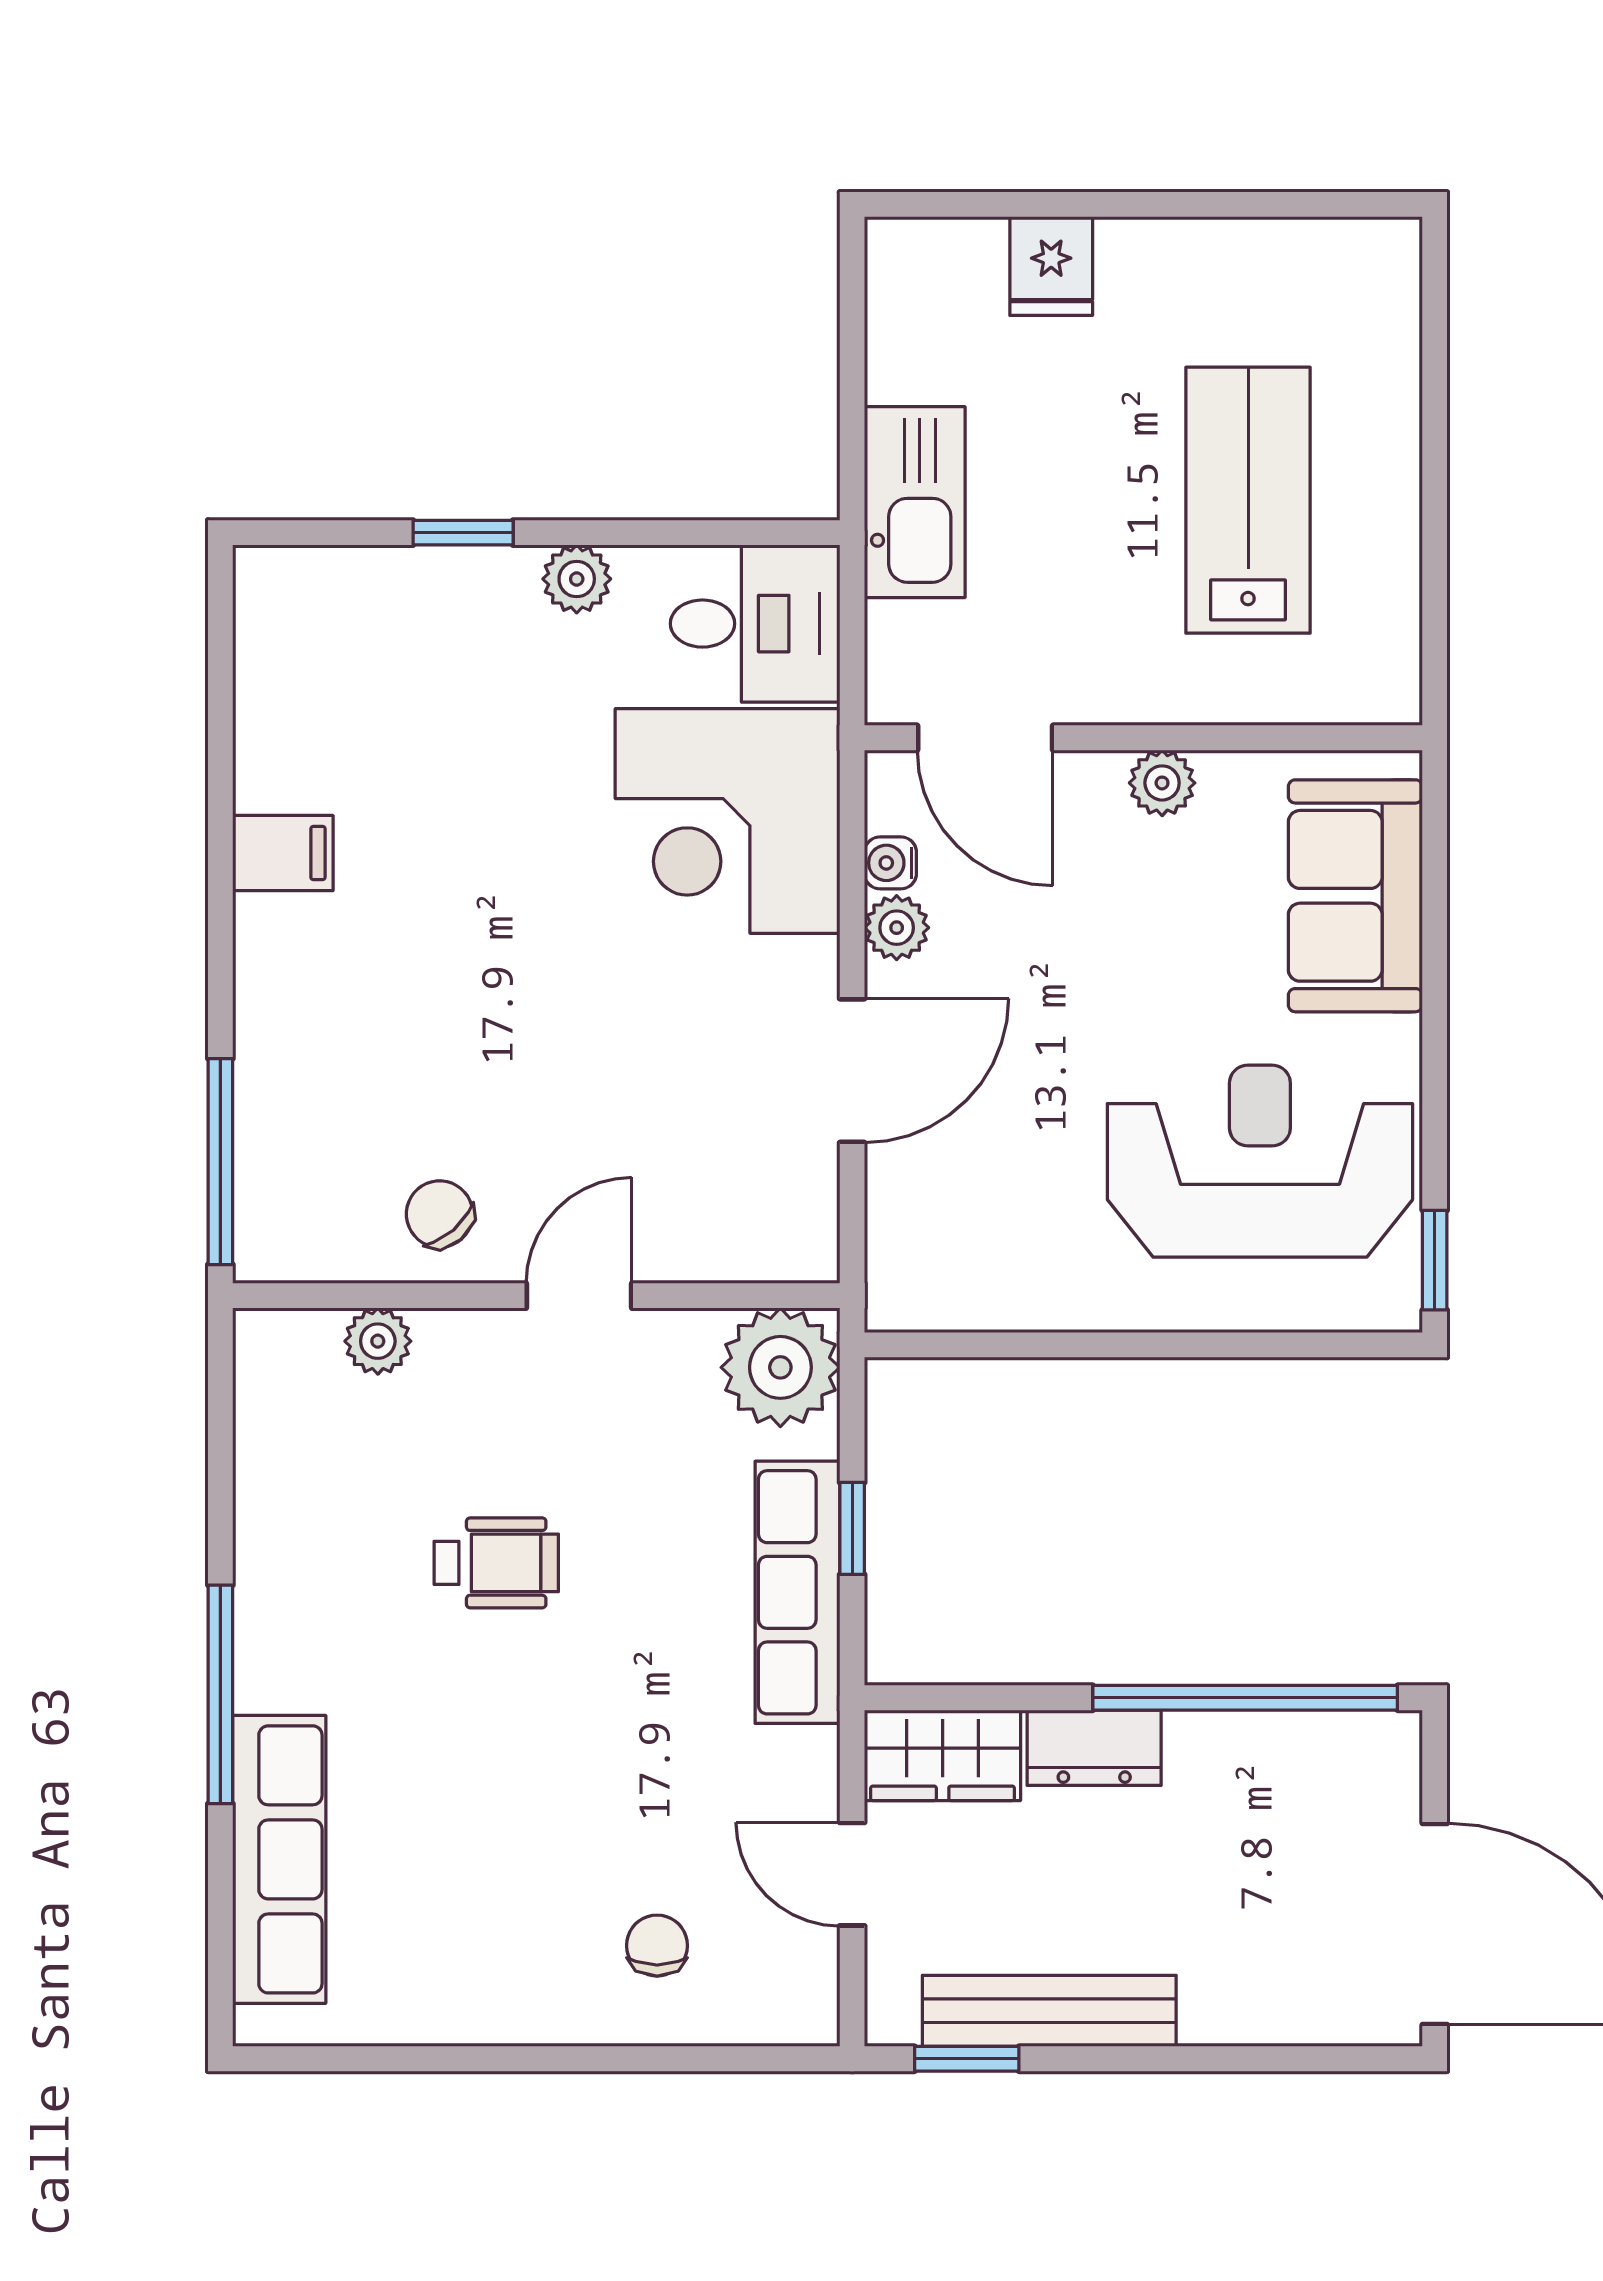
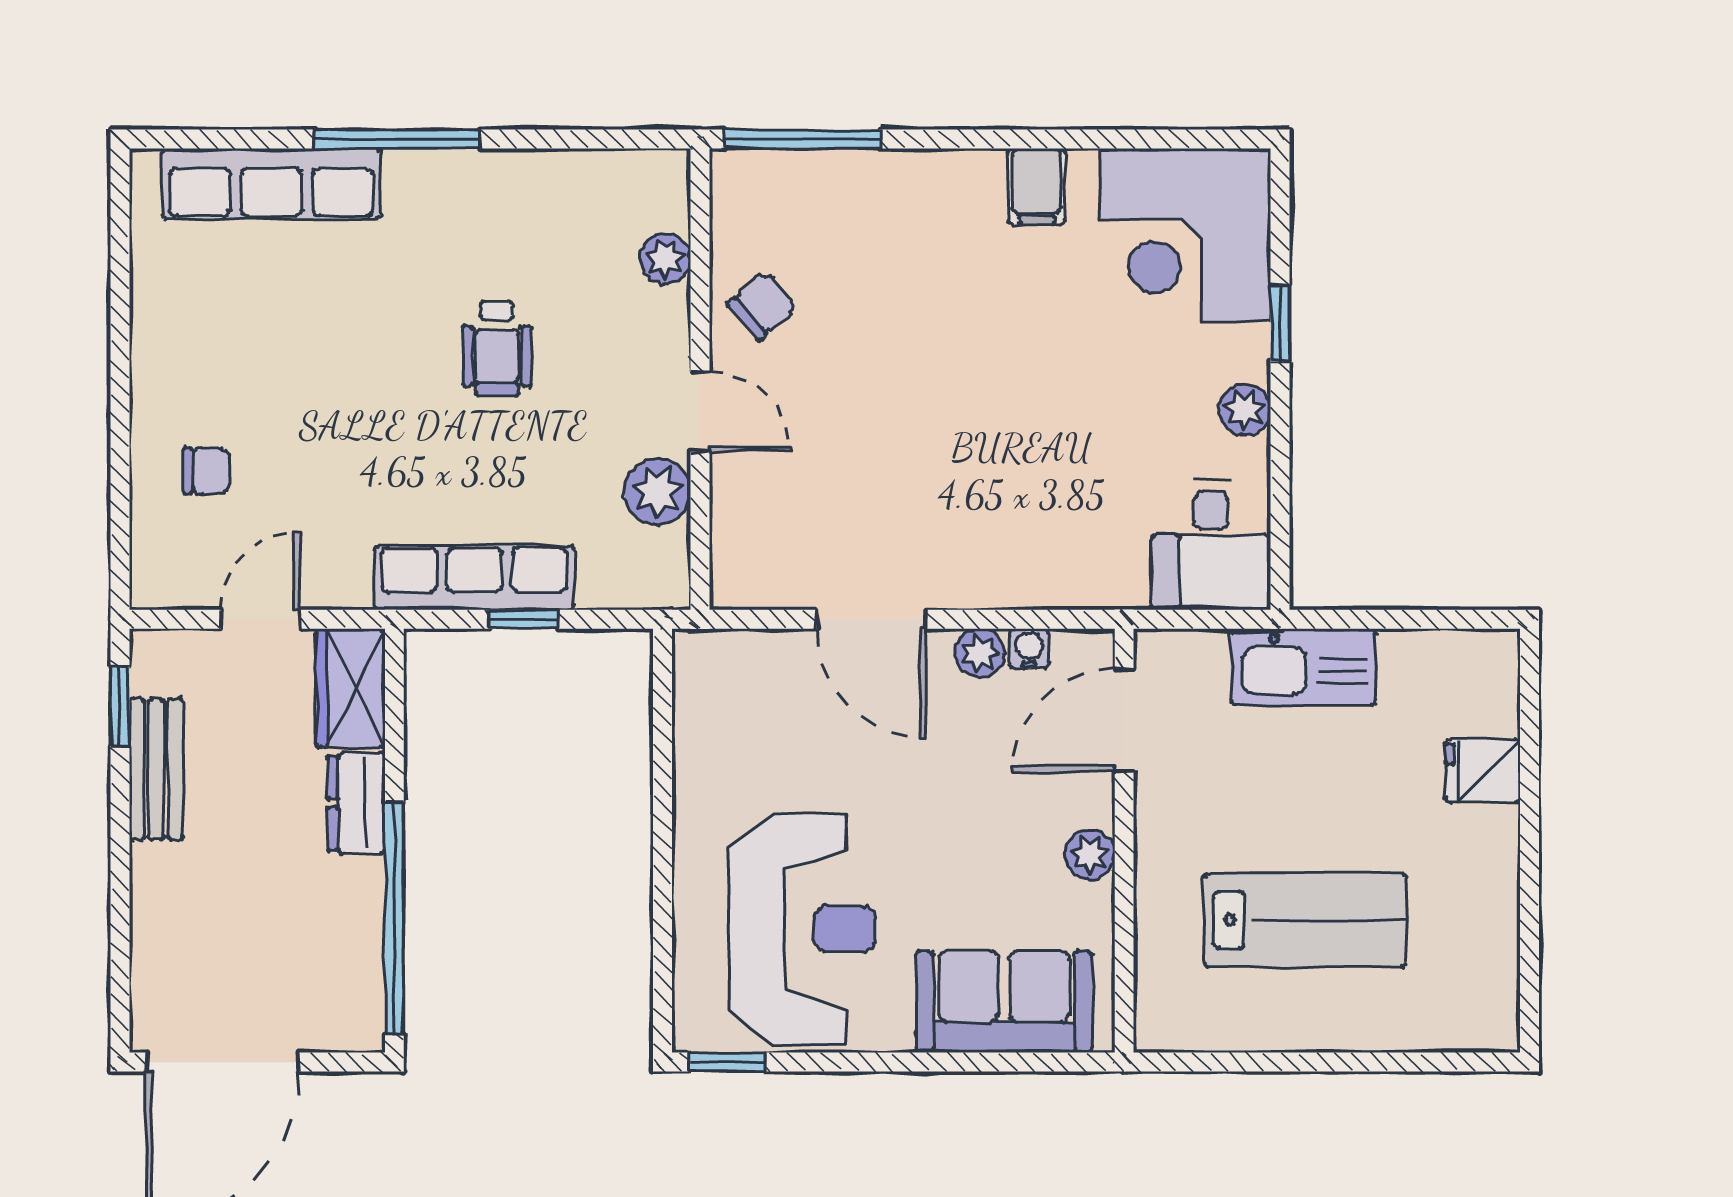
corner desk: (728, 821) -> (1185, 236), moved, turned -90
plant: (780, 1367) -> (658, 492), moved, width x0.73, depth x0.73
bench: (1049, 2011) -> (156, 769), width x0.73

